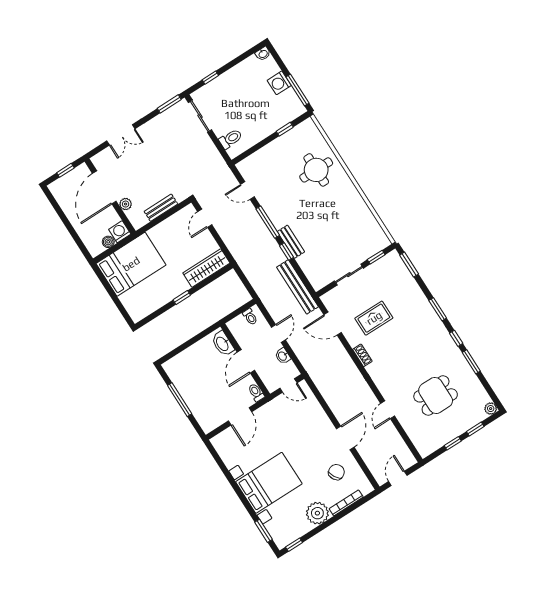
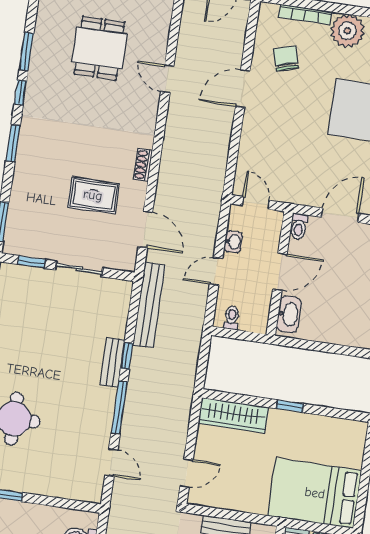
dining table: (436, 395) -> (99, 48), turned 90
door: (388, 410) -> (167, 79), swing flipped
chair: (336, 472) -> (286, 58), turned 104

